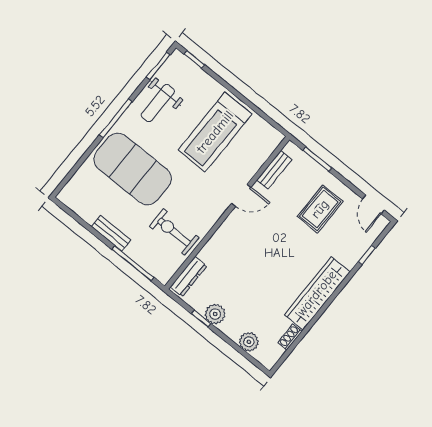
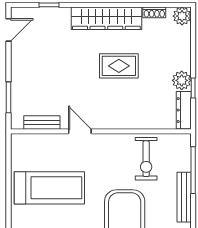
rug: (320, 209) -> (119, 66), moved
bench: (111, 233) -> (184, 197), width x1.36
dresser: (189, 276) -> (184, 110), moved, turned -90
plant: (249, 342) -> (182, 16), moved

